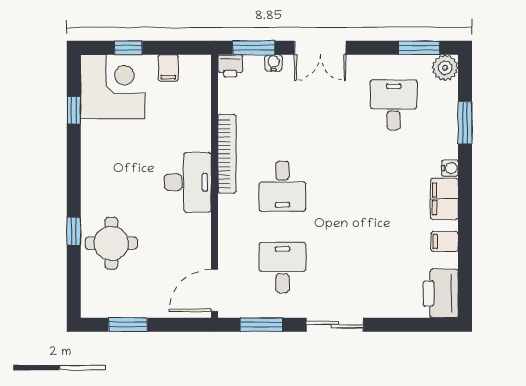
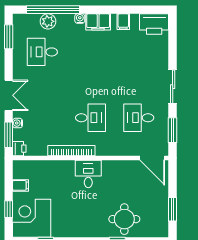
plant: (445, 68) -> (48, 21), moved
window: (465, 123) -> (53, 10), width x2.11
desk: (188, 182) -> (88, 174), width x0.73

